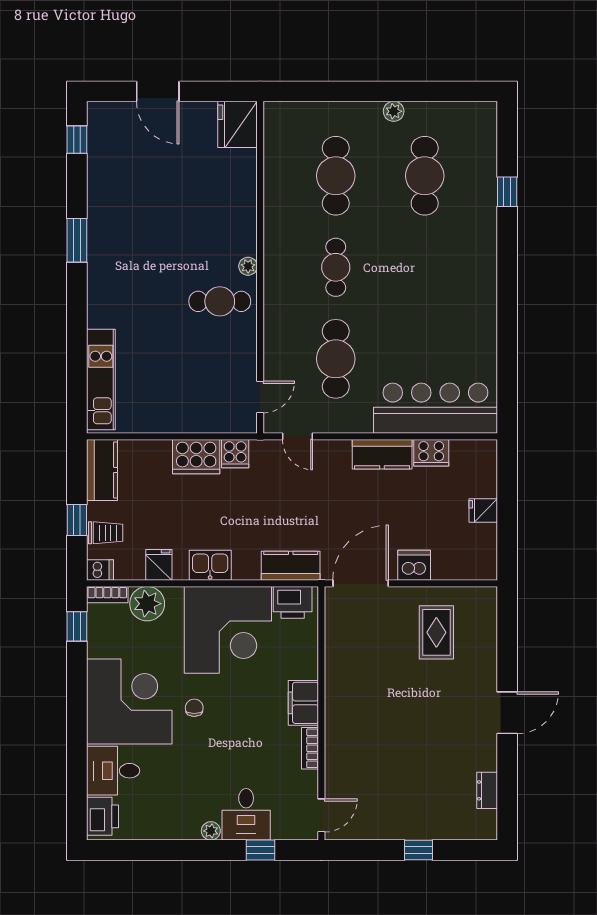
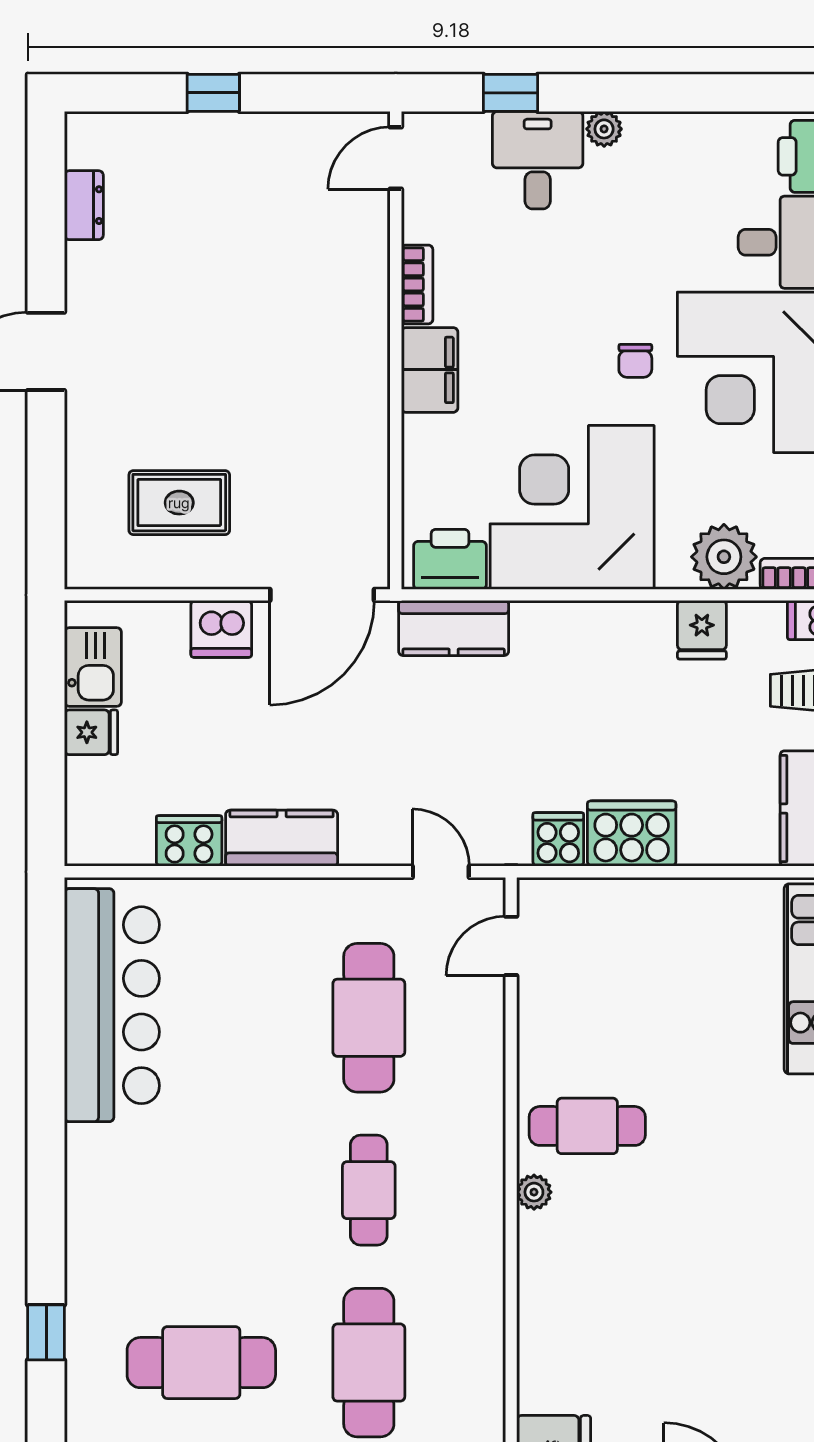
cafe table: (425, 176) -> (201, 1363), turned 90
bar counter: (435, 408) -> (112, 1005), moved, turned -90
kitchen sink: (210, 565) -> (93, 667), moved, turned -90
rug: (436, 632) -> (179, 503), turned 90

